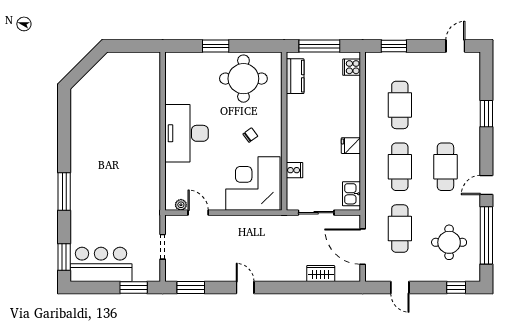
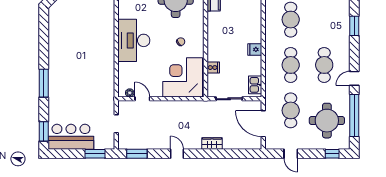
round table: (449, 242) -> (327, 121), width x1.36, depth x1.36
wardrobe: (321, 274) -> (212, 143), moved

